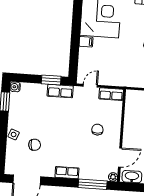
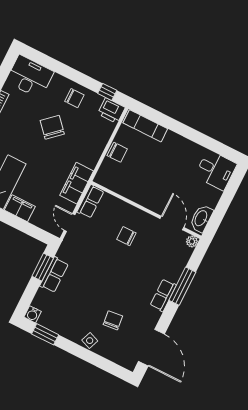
filing cabinet: (86, 42) -> (20, 208), width x2.00
filing cabinet: (120, 79) -> (77, 183), added
row of seats: (60, 91) -> (54, 275), moved
window: (93, 184) -> (182, 286), moved

